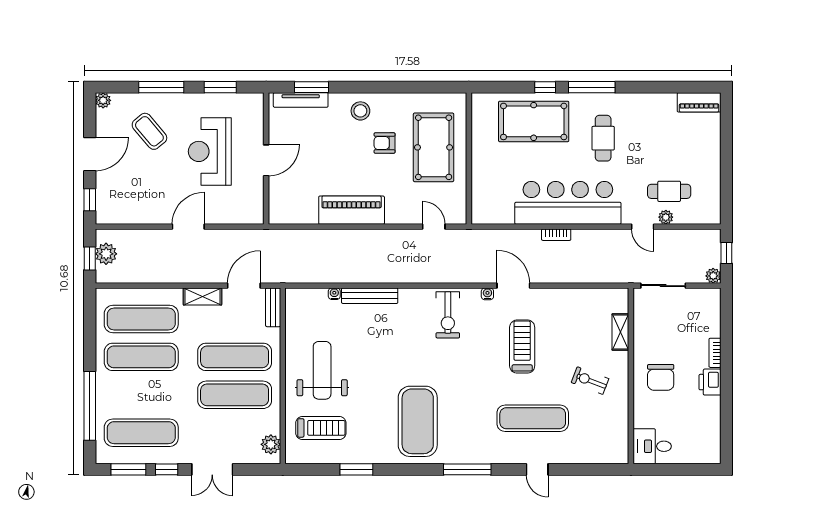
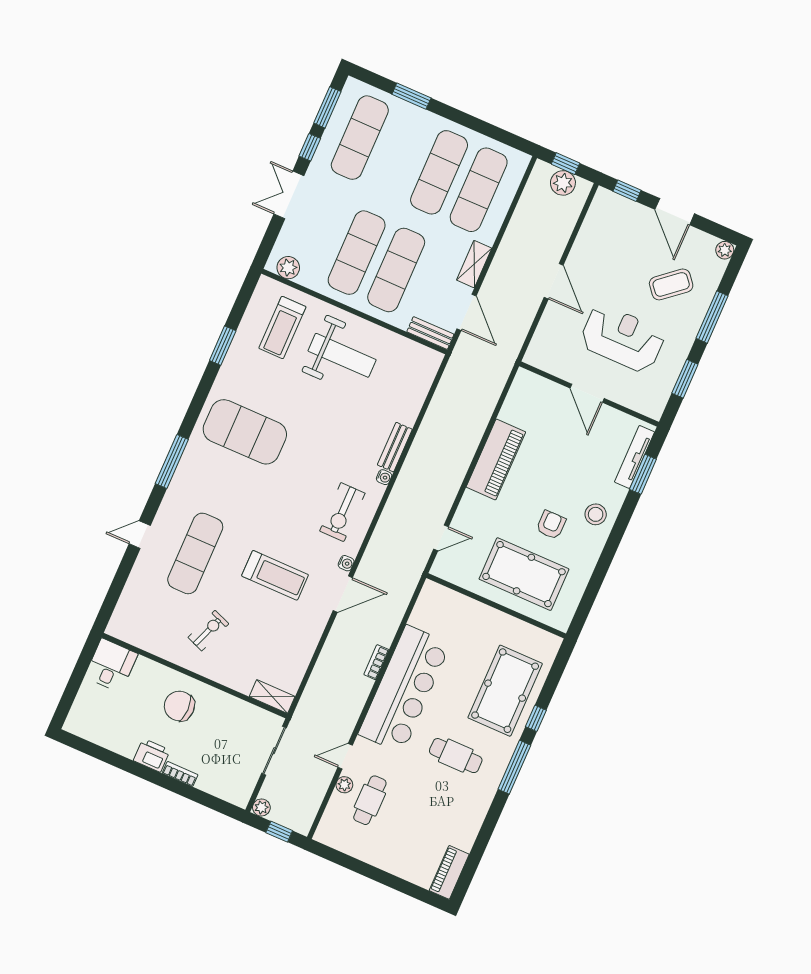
water cooler: (334, 294) -> (384, 477), moved
bench: (370, 296) -> (395, 447), width x0.73
exercise bike: (448, 315) -> (342, 512), turned -90
shelving: (620, 332) -> (272, 697), moved
window: (90, 406) -> (411, 96), width x0.47

